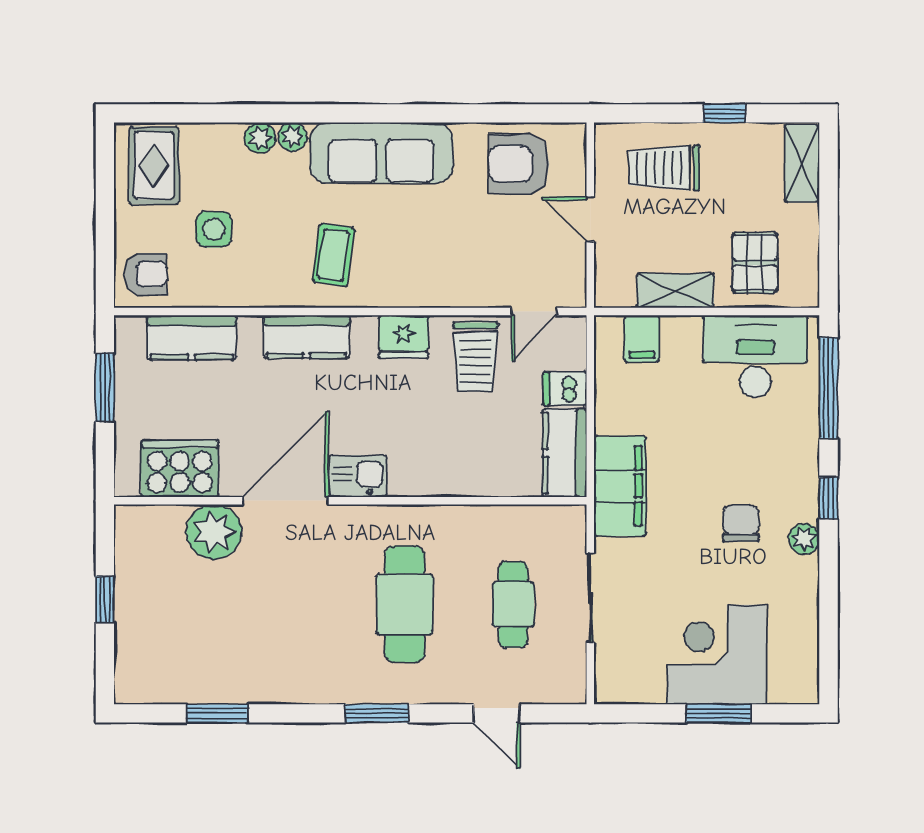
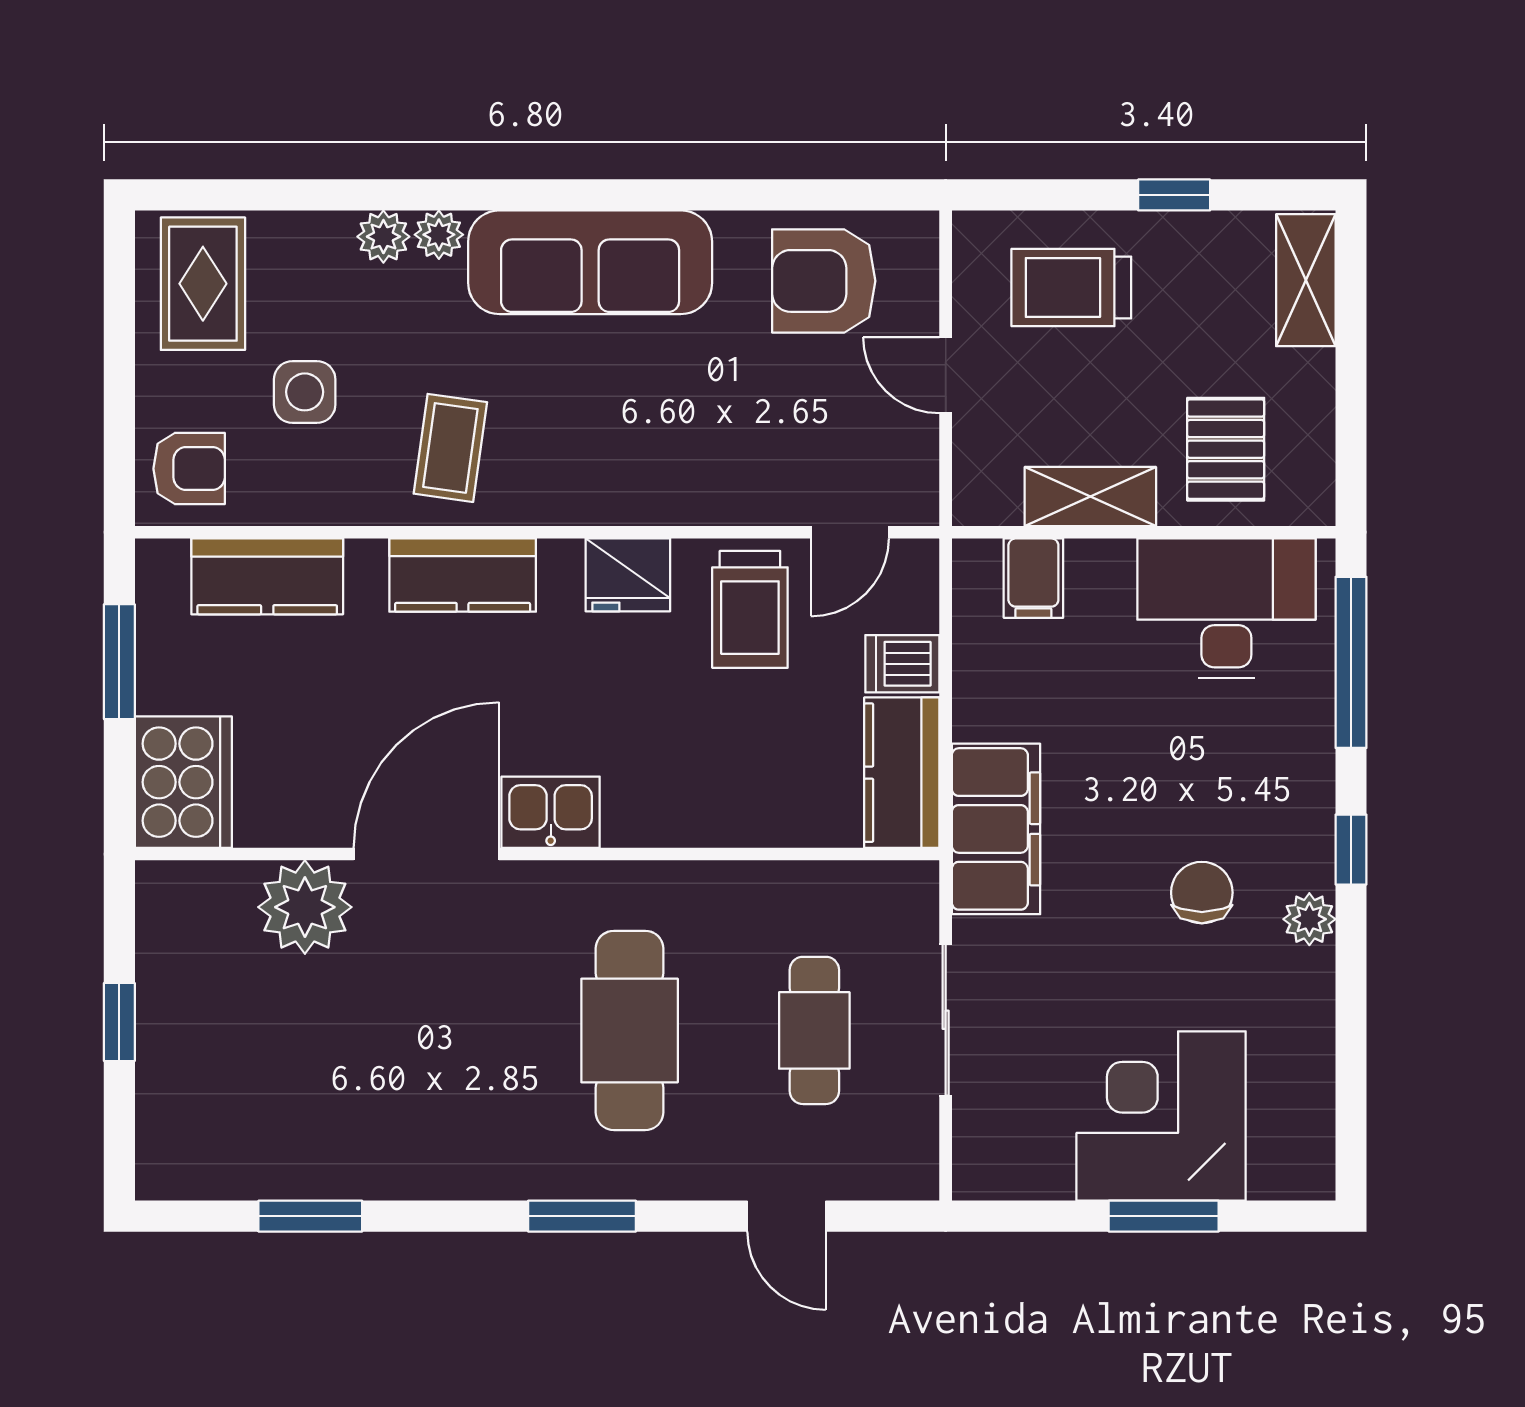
coffee table: (334, 255) -> (450, 448), moved
cooker: (180, 469) -> (183, 782), moved, turned 90

